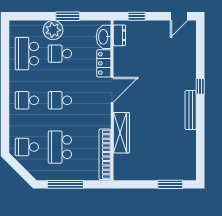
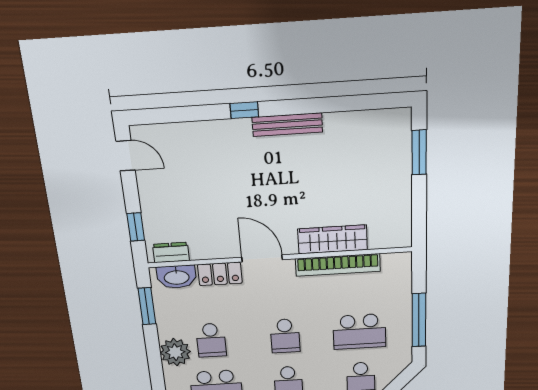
window: (68, 16) -> (147, 306), moved
bookcase: (105, 154) -> (338, 265), moved

